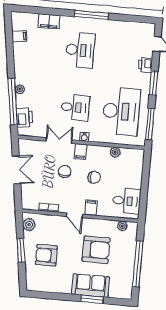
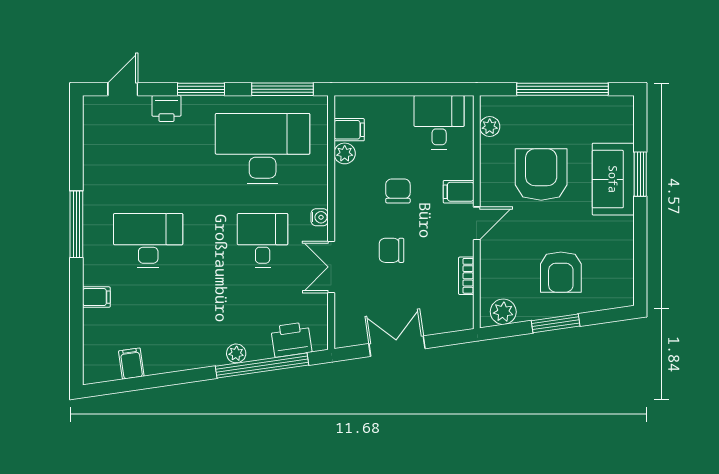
filing cabinet: (49, 21) -> (96, 297), width x0.50
filing cabinet: (80, 151) -> (349, 130), moved

